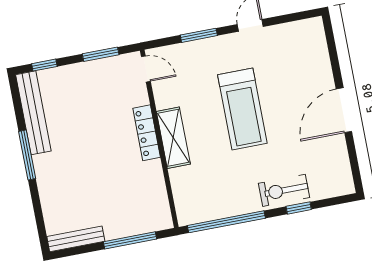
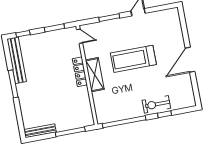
treadmill: (242, 109) -> (133, 59), turned 90

